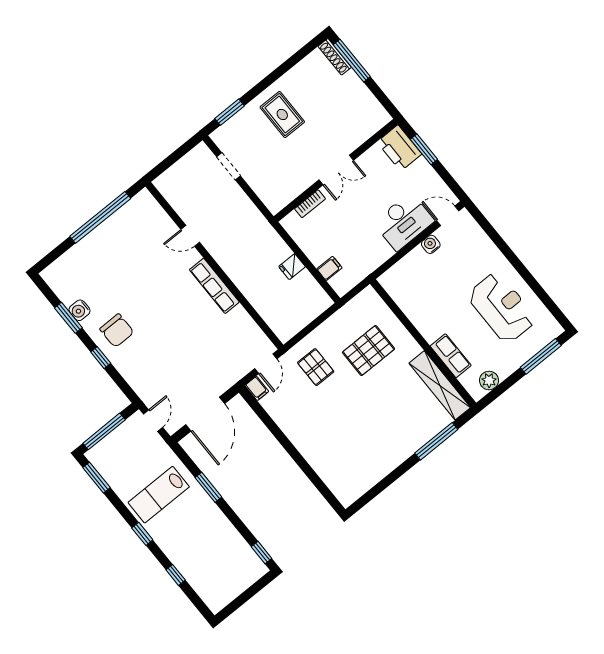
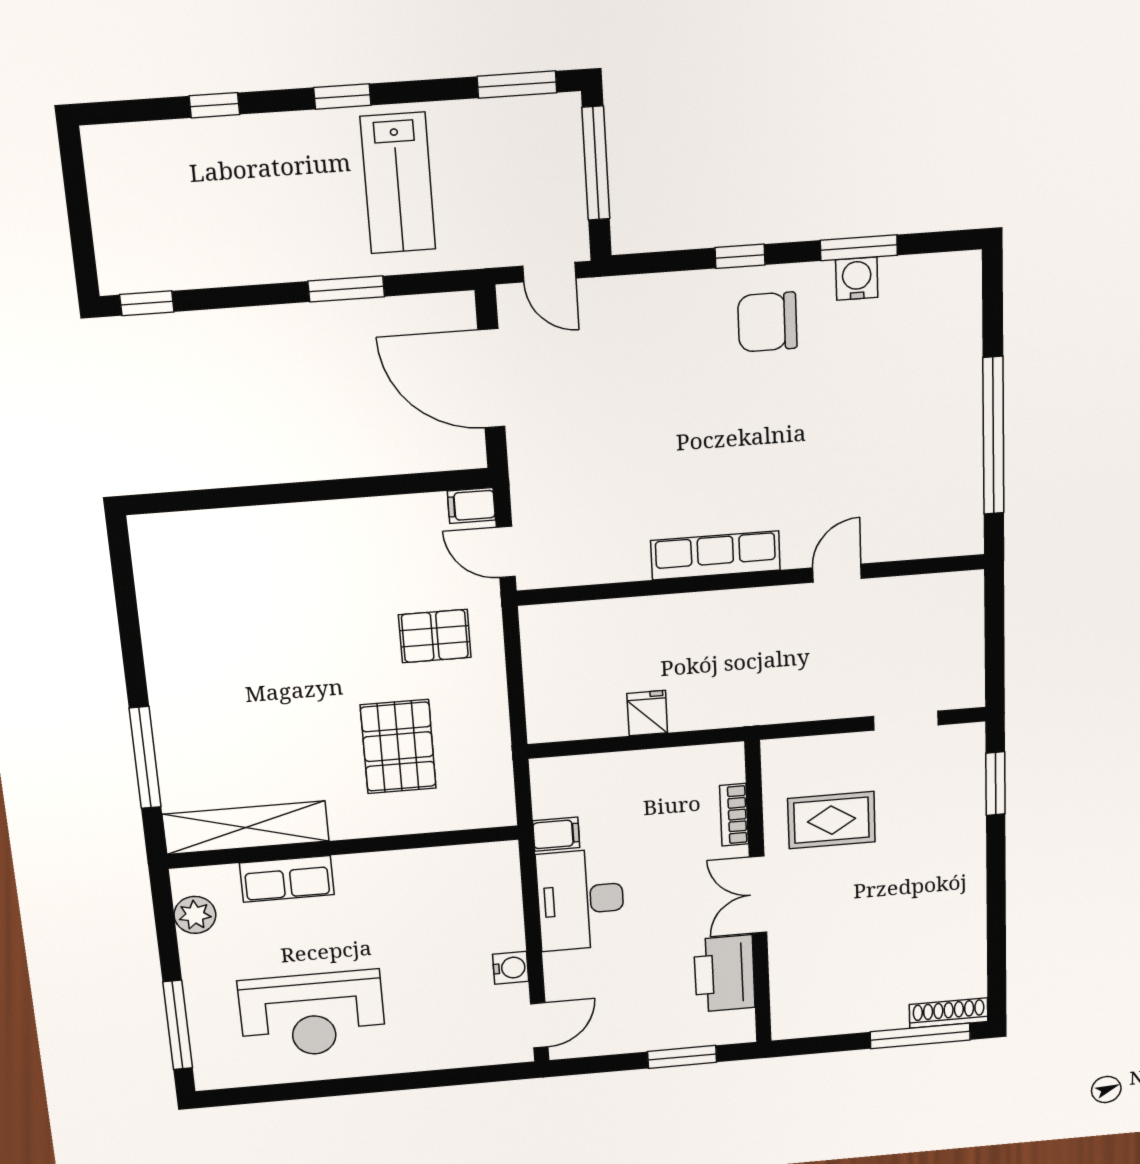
rug: (282, 114) -> (831, 820), moved
printer: (399, 148) -> (724, 974), moved, turned -90
desk: (404, 222) -> (581, 900), moved
filing cabinet: (329, 268) -> (556, 834), moved, turned -90
lab bench: (159, 495) -> (398, 183), turned 180

